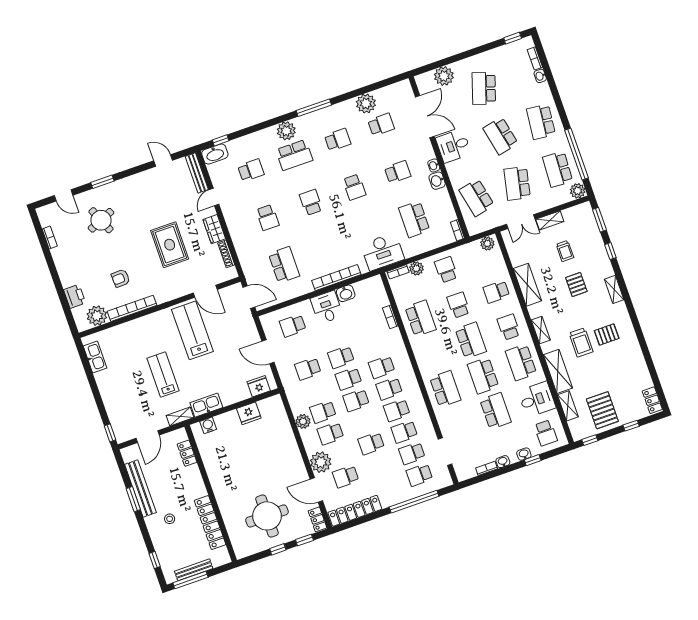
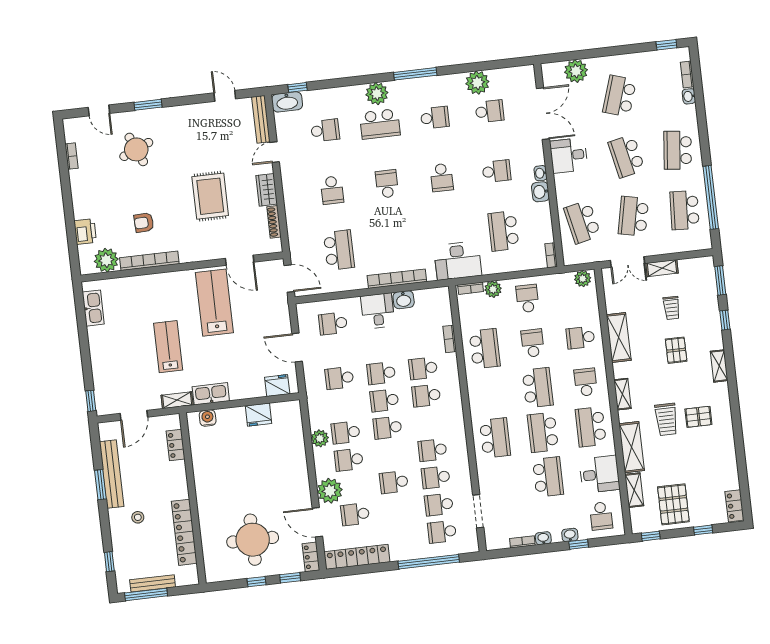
plant: (578, 191) -> (702, 241), removed
school desk: (389, 389) -> (423, 368), moved

